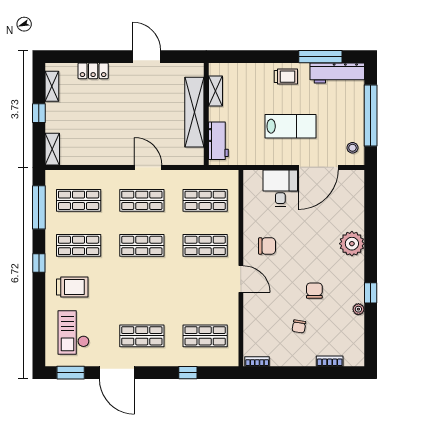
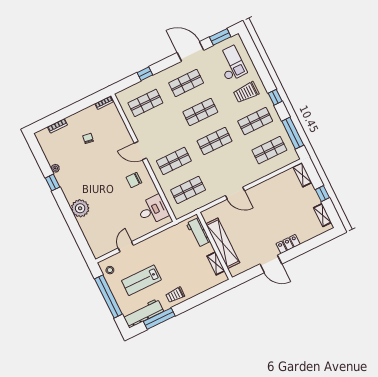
locker: (93, 71) -> (288, 244), moved
lab bench: (290, 126) -> (141, 280), moved
door: (318, 167) -> (126, 247), width x0.53
desk: (280, 188) -> (153, 210), moved, turned -90
shop shelf: (142, 200) -> (200, 112), moved
chair: (314, 291) -> (89, 166), removed

